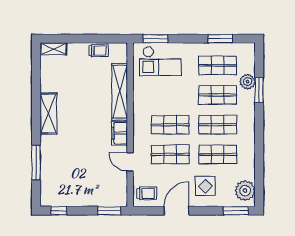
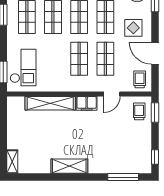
trolley: (99, 51) -> (139, 111), moved
window: (36, 163) -> (123, 177), moved

